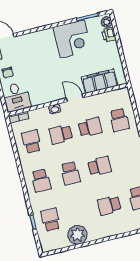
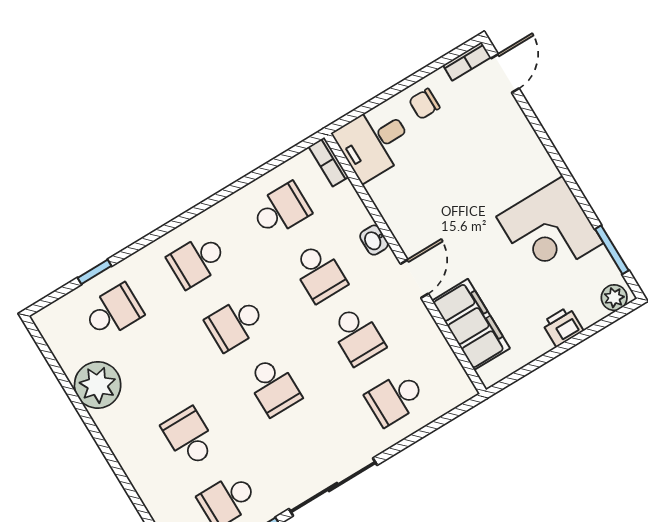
printer: (109, 35) -> (563, 327), moved
school desk: (61, 134) -> (319, 273), turned 180

